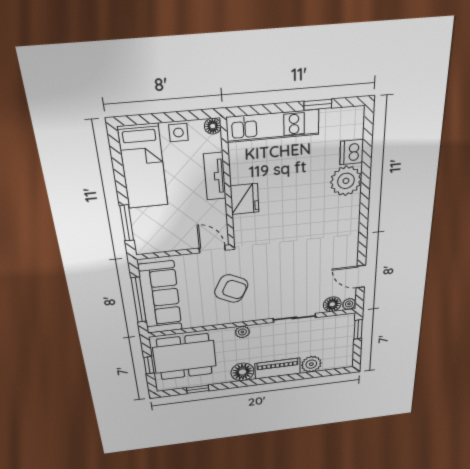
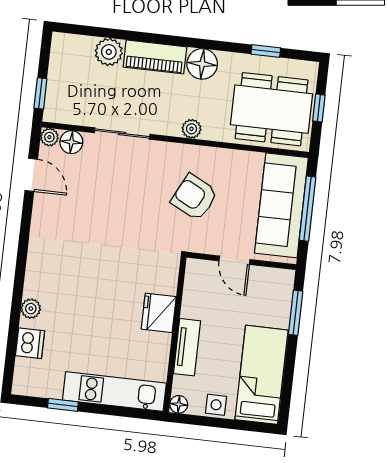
plant: (346, 181) -> (31, 309), width x0.53, depth x0.53
door: (212, 249) -> (234, 260), moved

